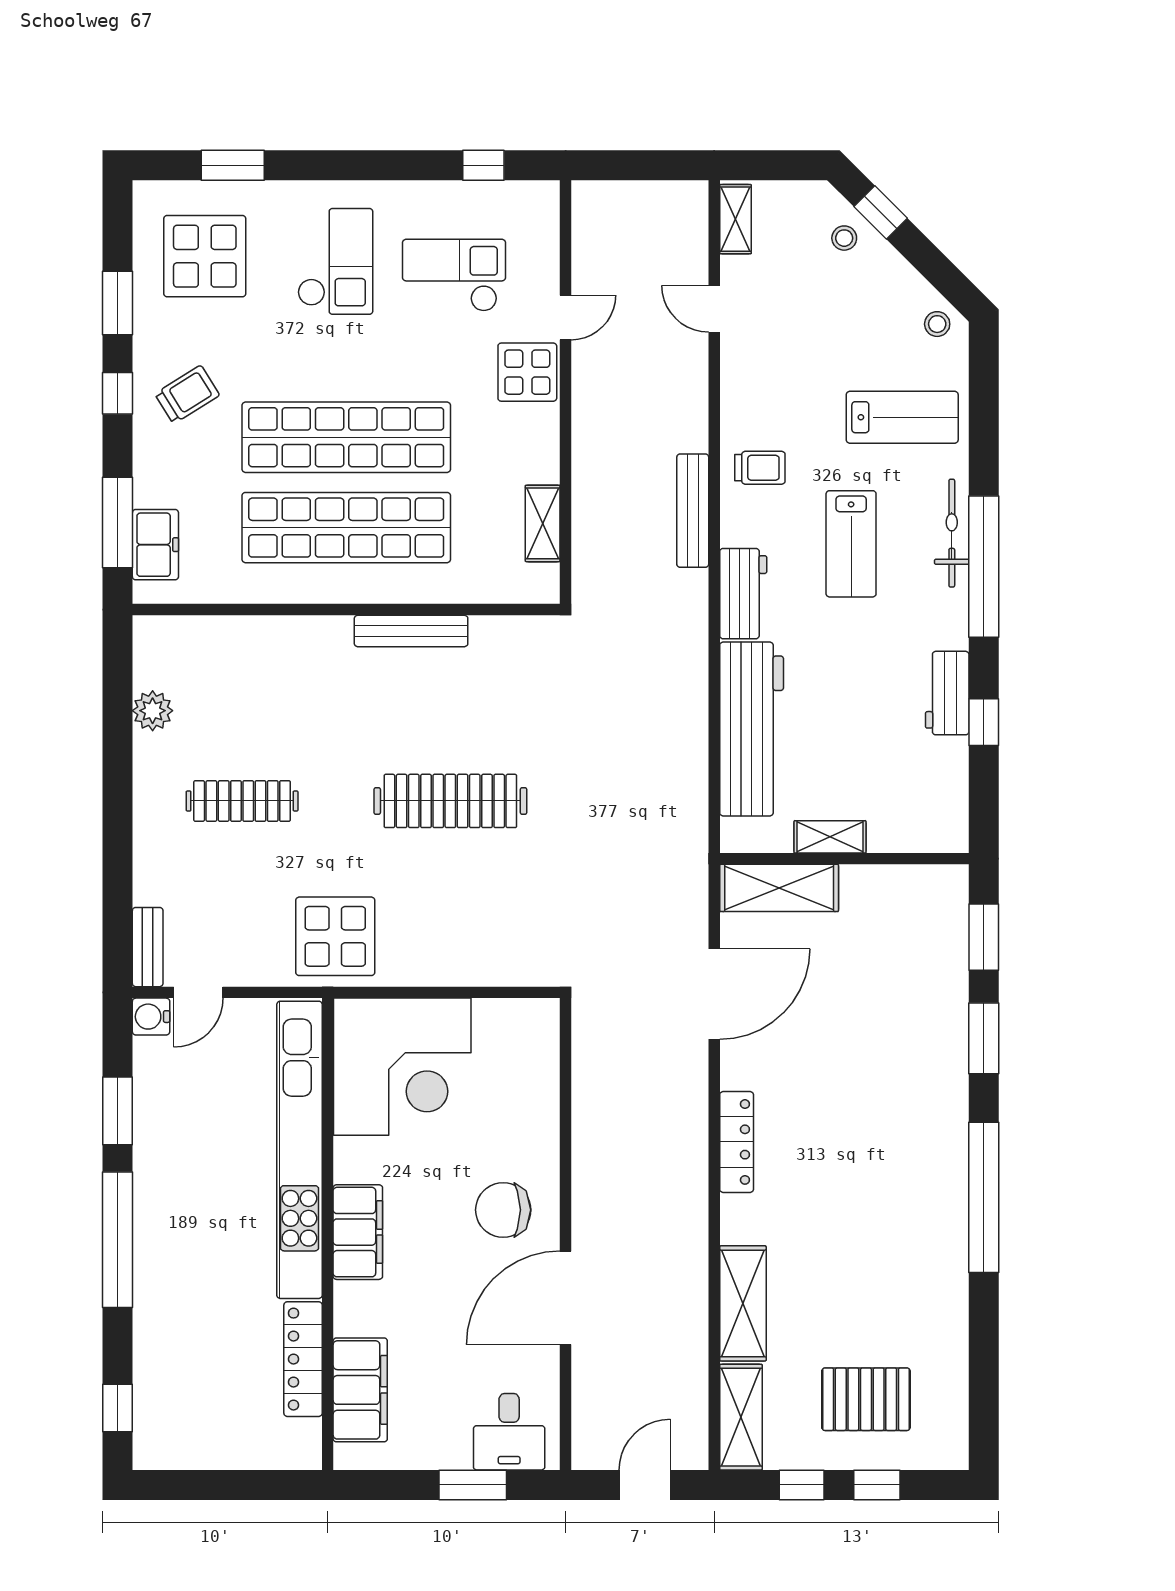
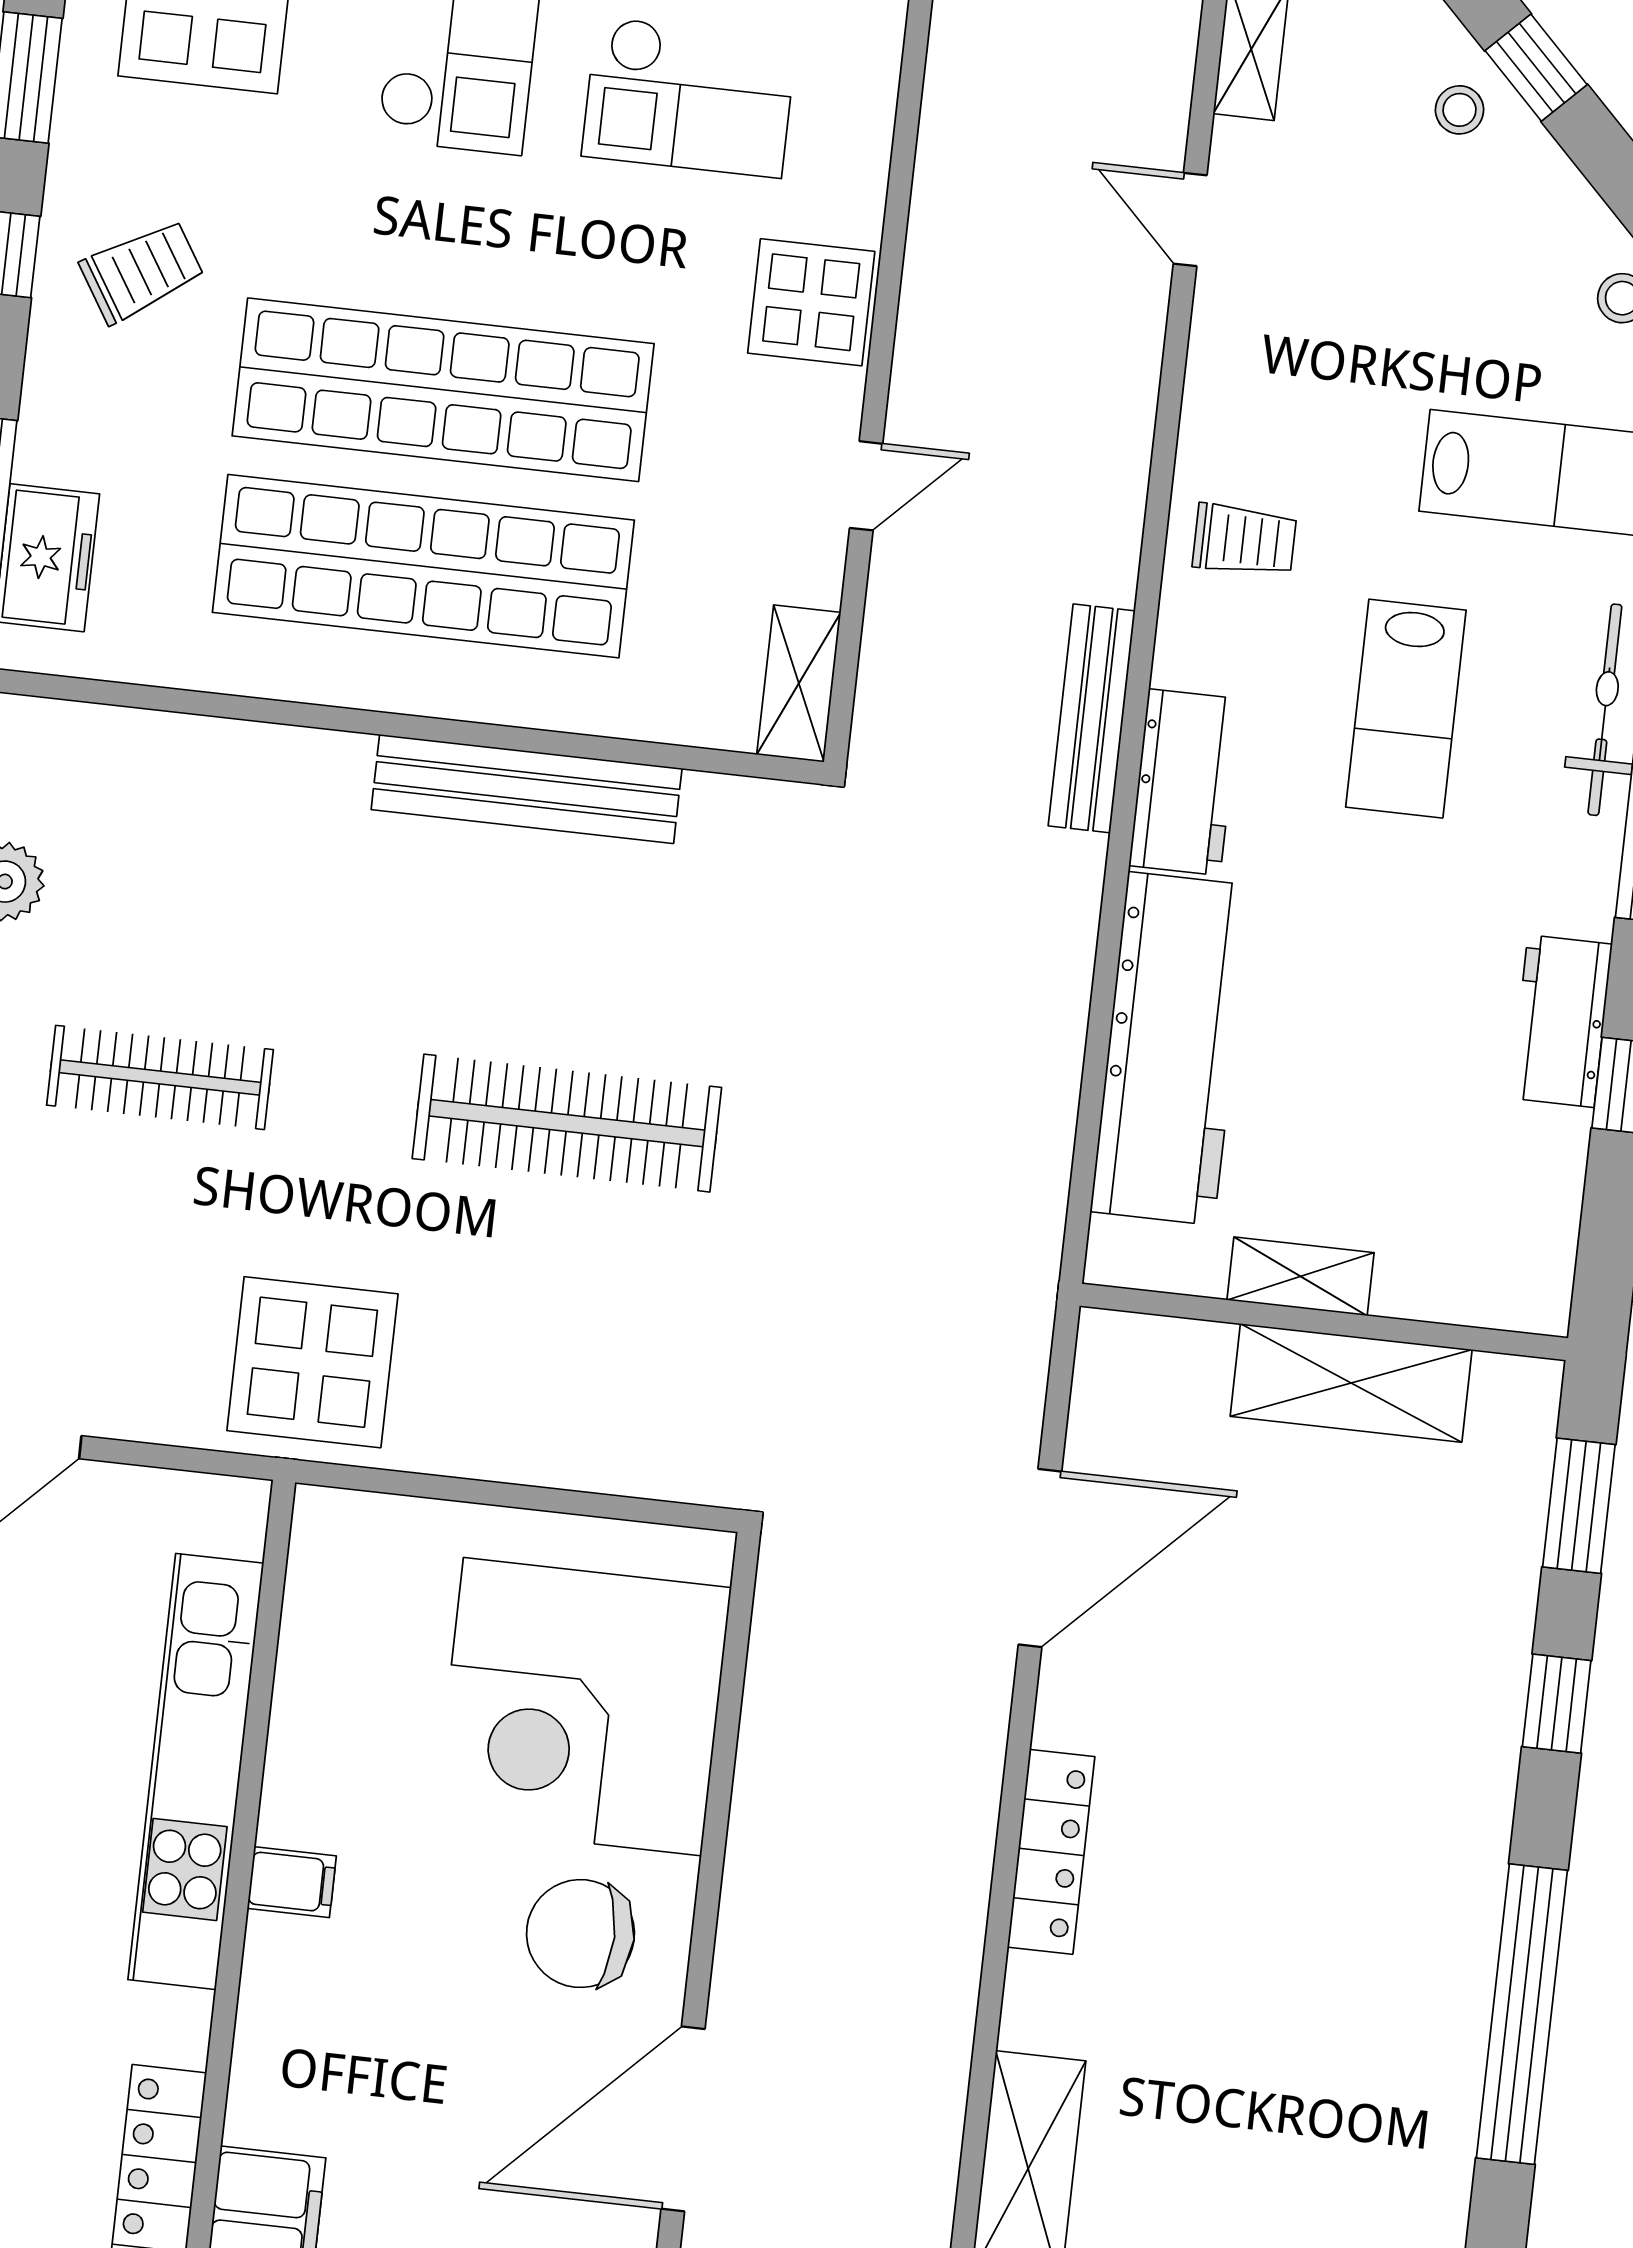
checkout: (454, 275) -> (689, 97), turned 180
door: (566, 317) -> (866, 486), moved
bench: (693, 511) -> (1092, 718), moved
shelving: (543, 523) -> (799, 684), moved
bench: (411, 631) -> (527, 789), width x1.37, depth x1.21
shelving: (779, 888) -> (1351, 1383), moved
window: (984, 1038) -> (1557, 1704), width x0.67
corner desk: (402, 1067) -> (582, 1707), moved, turned 90
kitchen unit: (299, 1150) -> (196, 1771), width x0.73
filing cabinet: (358, 1232) -> (292, 1882), width x0.33, depth x0.86

